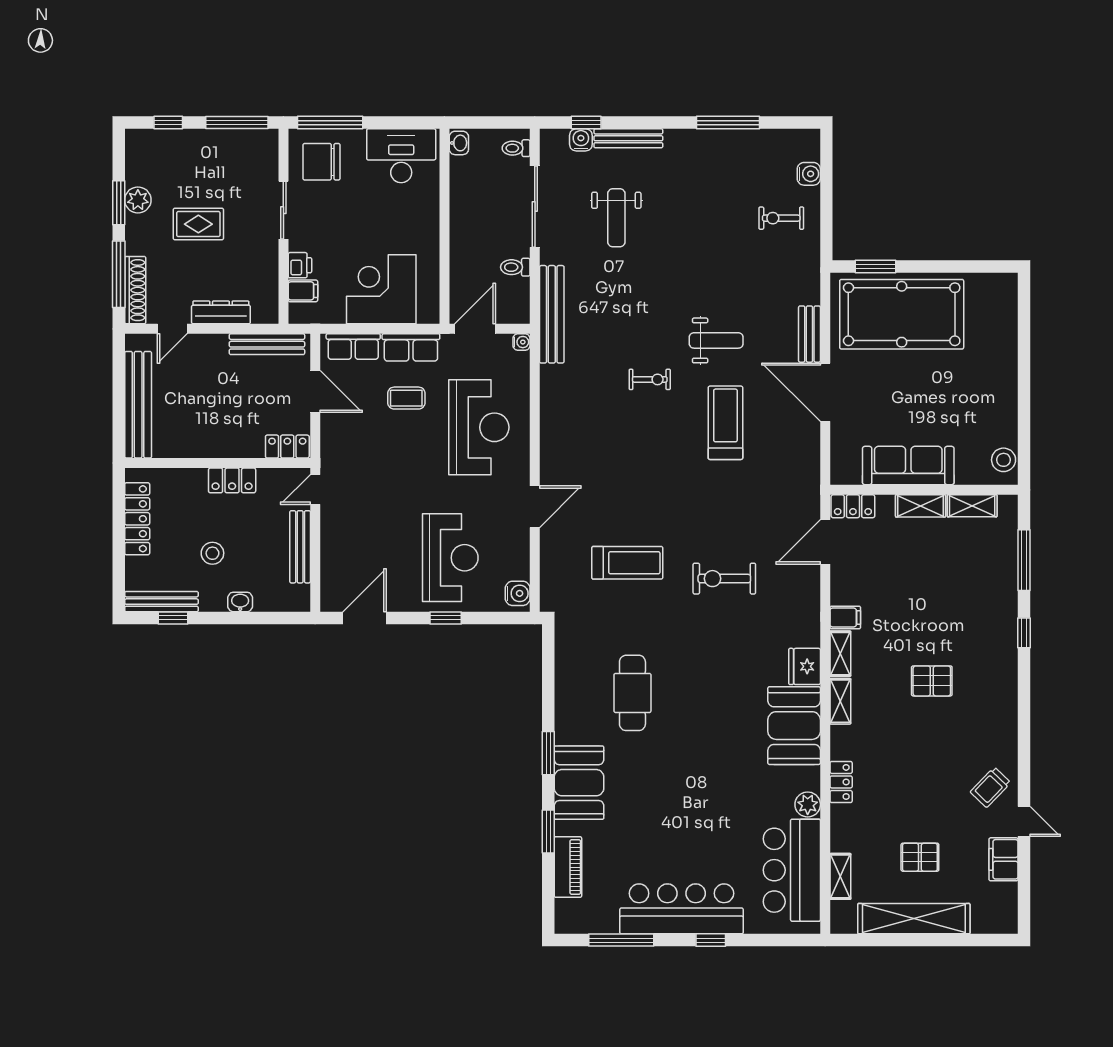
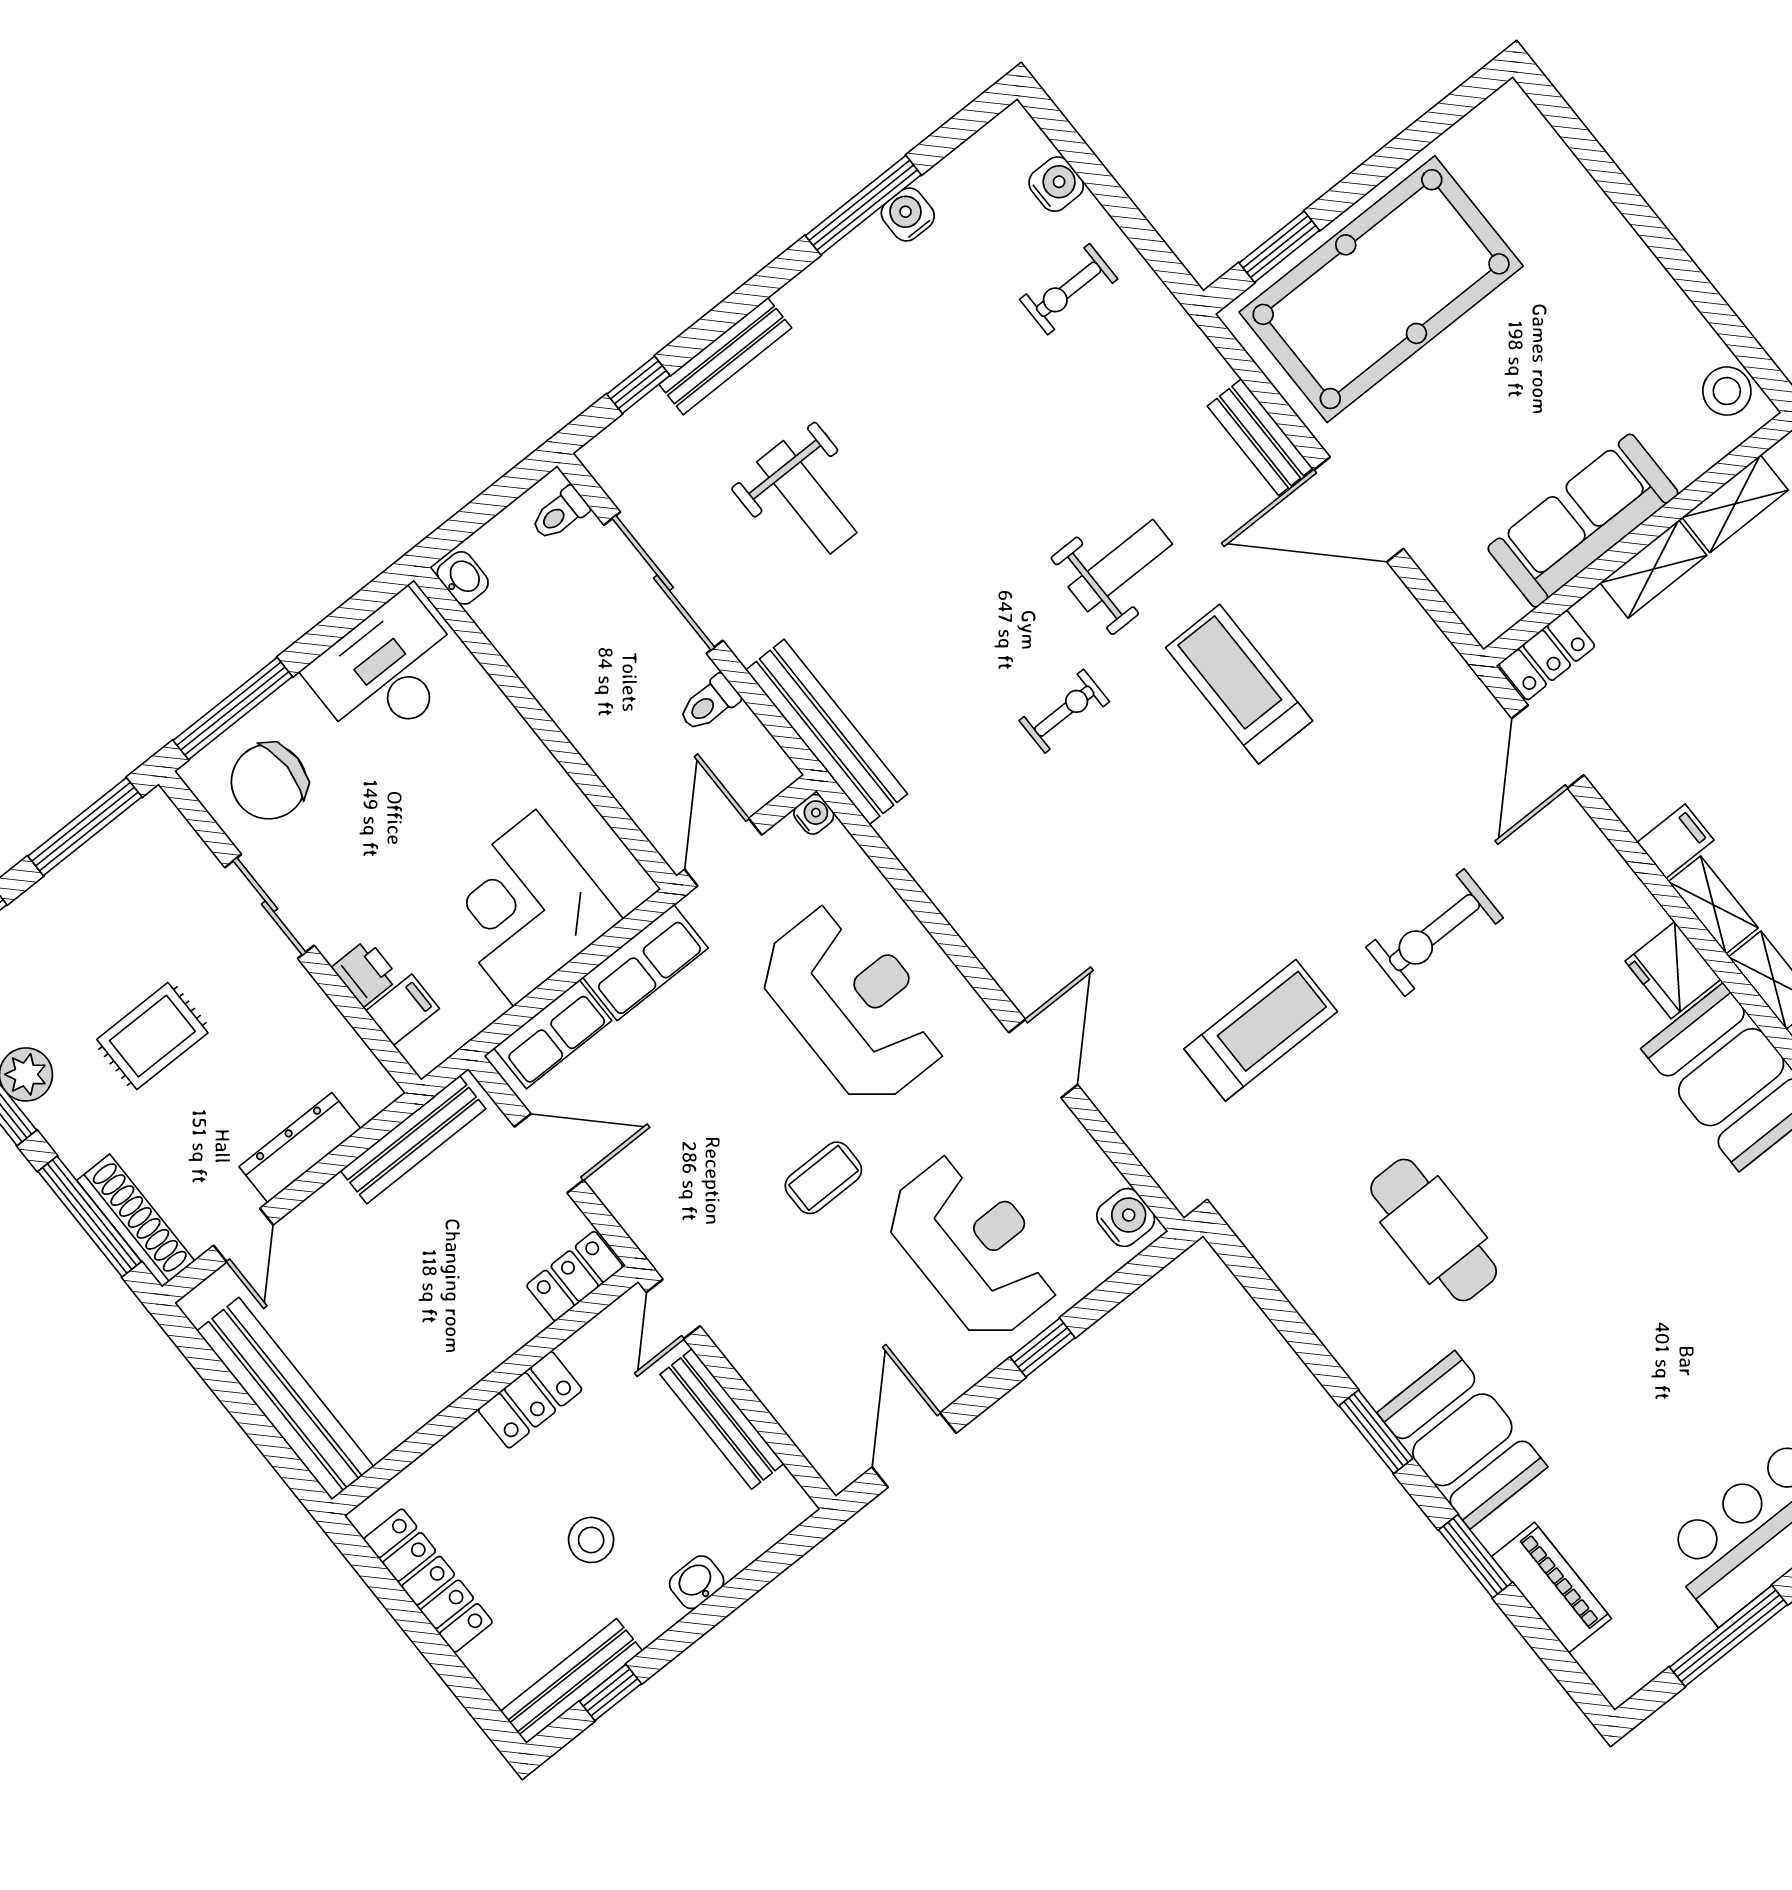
water cooler: (581, 140) -> (908, 215), moved
coffee table: (406, 398) -> (823, 1178), moved

